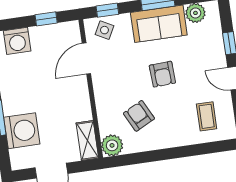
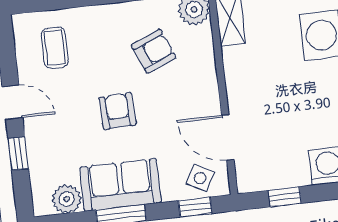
door: (86, 58) -> (228, 137), swing flipped
armchair: (139, 116) -> (154, 51), turned -86

